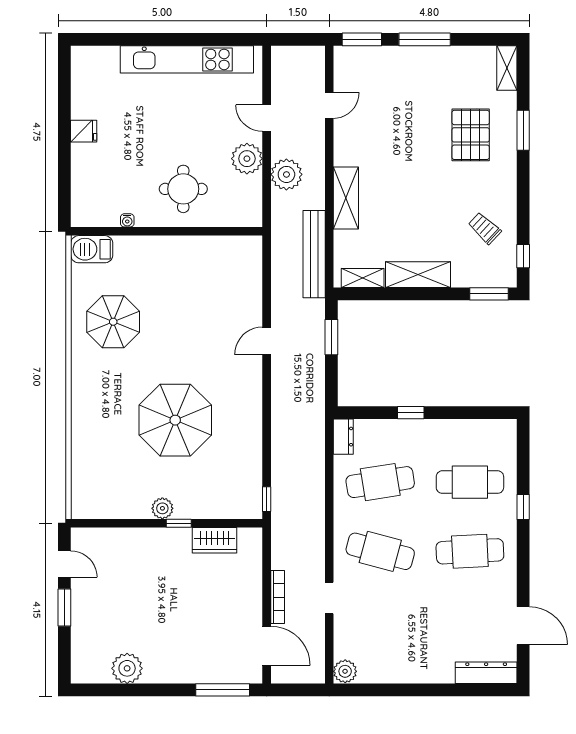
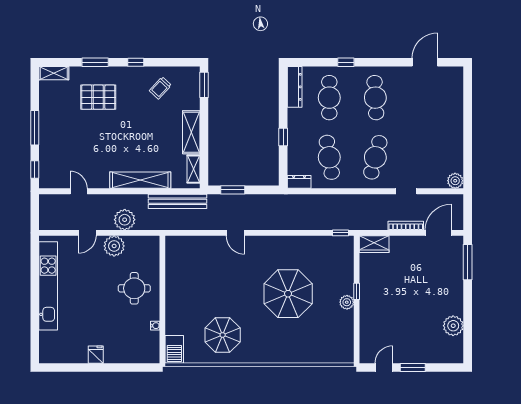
window: (362, 39) -> (35, 170), width x0.67
shelving: (346, 198) -> (140, 180), width x1.47
window: (523, 256) -> (136, 62), moved
wardrobe: (215, 540) -> (374, 244), moved, turned 90
dresser: (486, 673) -> (295, 87), moved, turned 180

